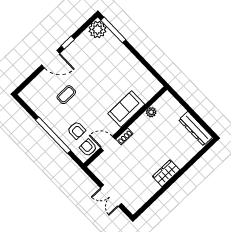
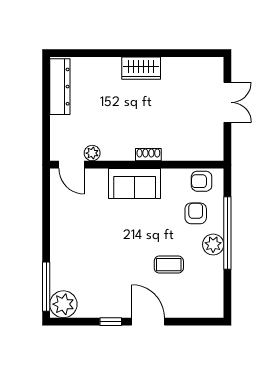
sofa: (126, 109) -> (135, 183), moved
plant: (55, 124) -> (213, 245), added
door: (108, 143) -> (71, 165), moved
armchair: (88, 148) -> (202, 181), turned 90

